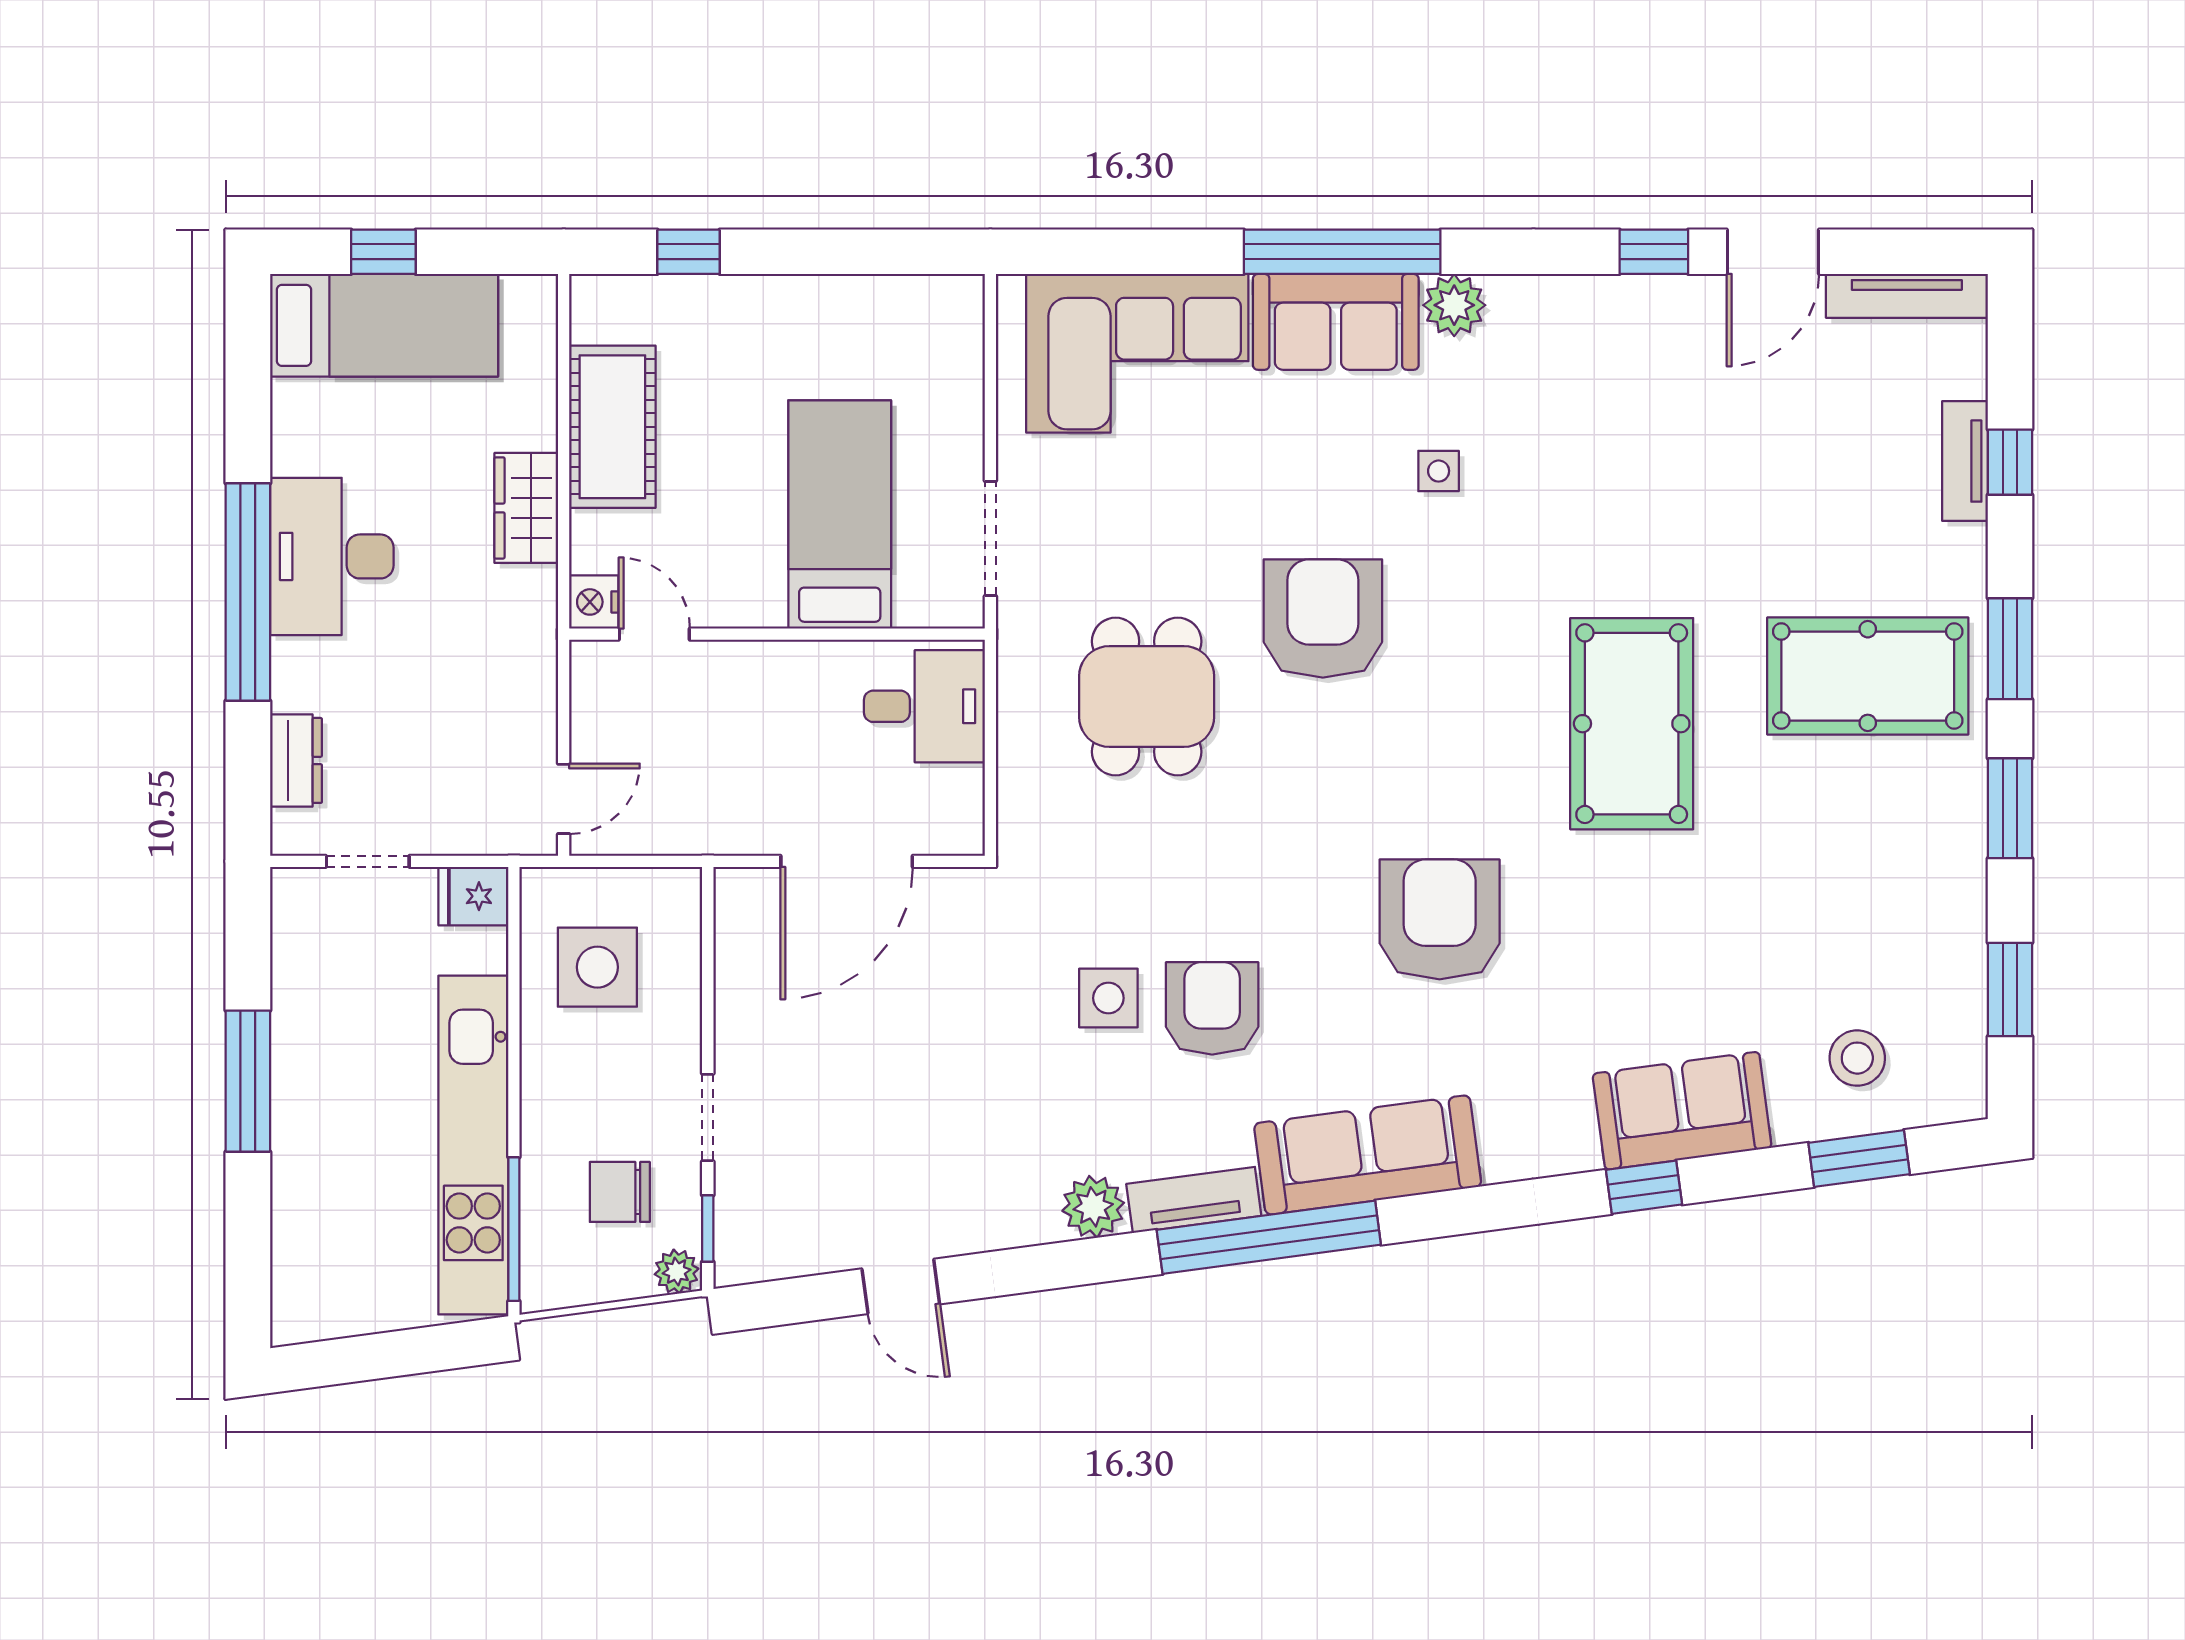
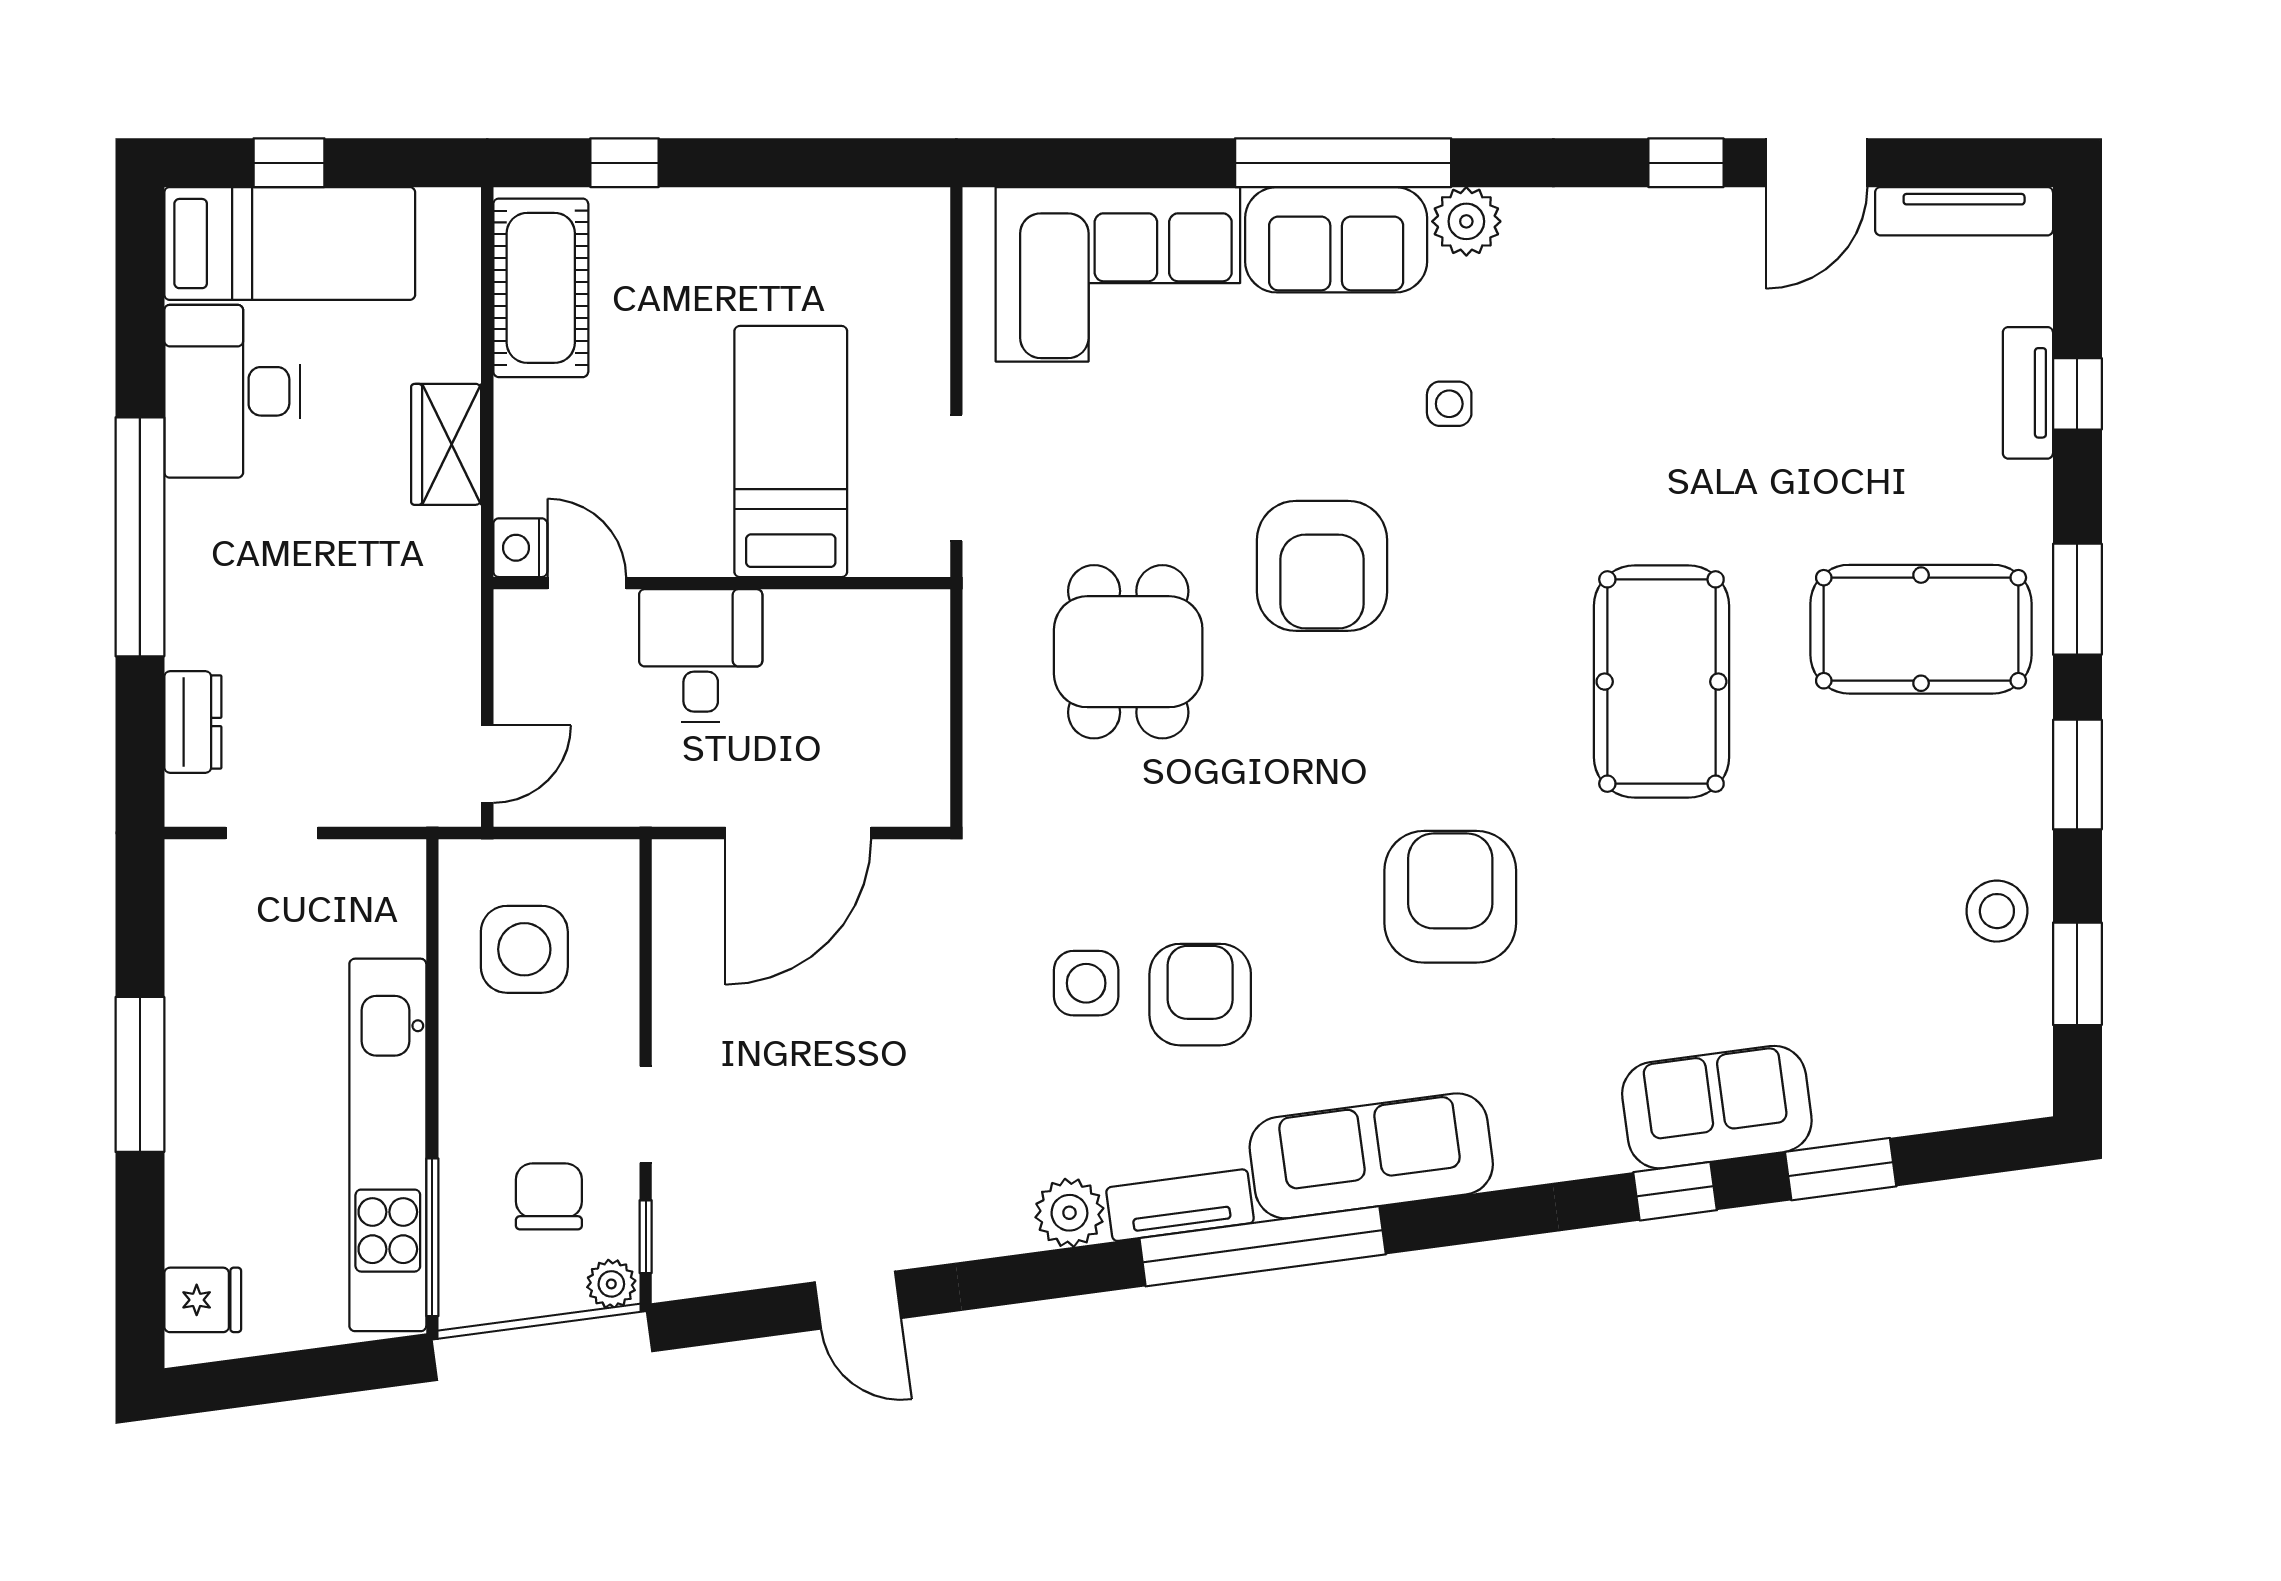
cot: (612, 427) -> (541, 288), moved
desk: (332, 556) -> (232, 391), moved
armchair: (1323, 618) -> (1322, 566), turned 180
desk: (924, 706) -> (701, 656), moved, turned -90
fridge: (473, 896) -> (203, 1300), moved, turned 180
stool: (1857, 1058) -> (1997, 911), moved
window: (1859, 1159) -> (1841, 1169), moved
chair: (620, 1192) -> (549, 1196), turned 90

